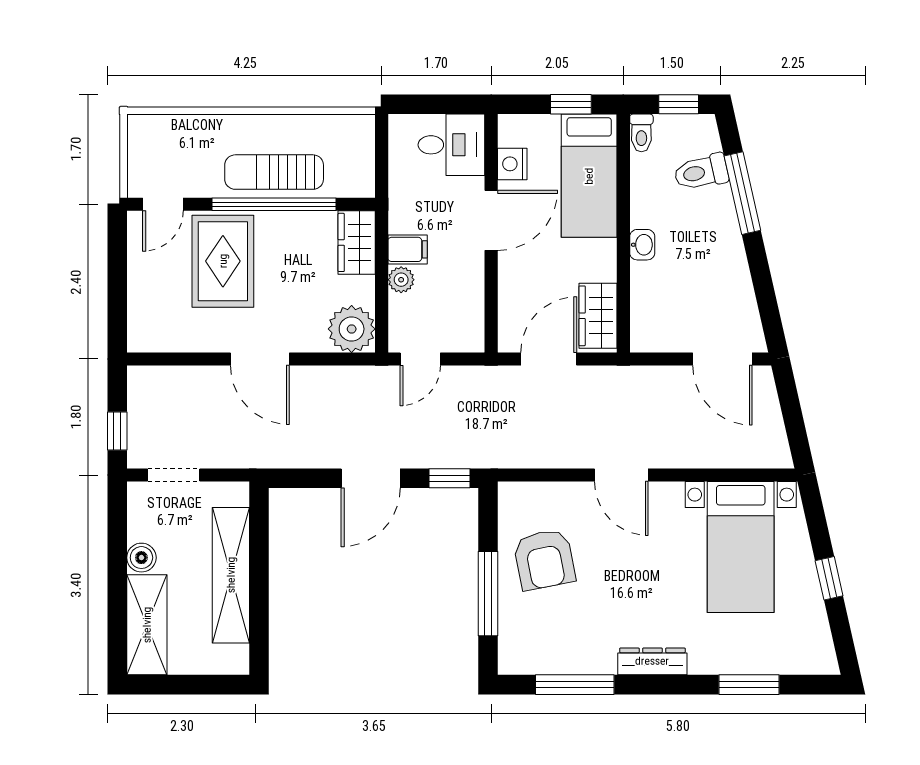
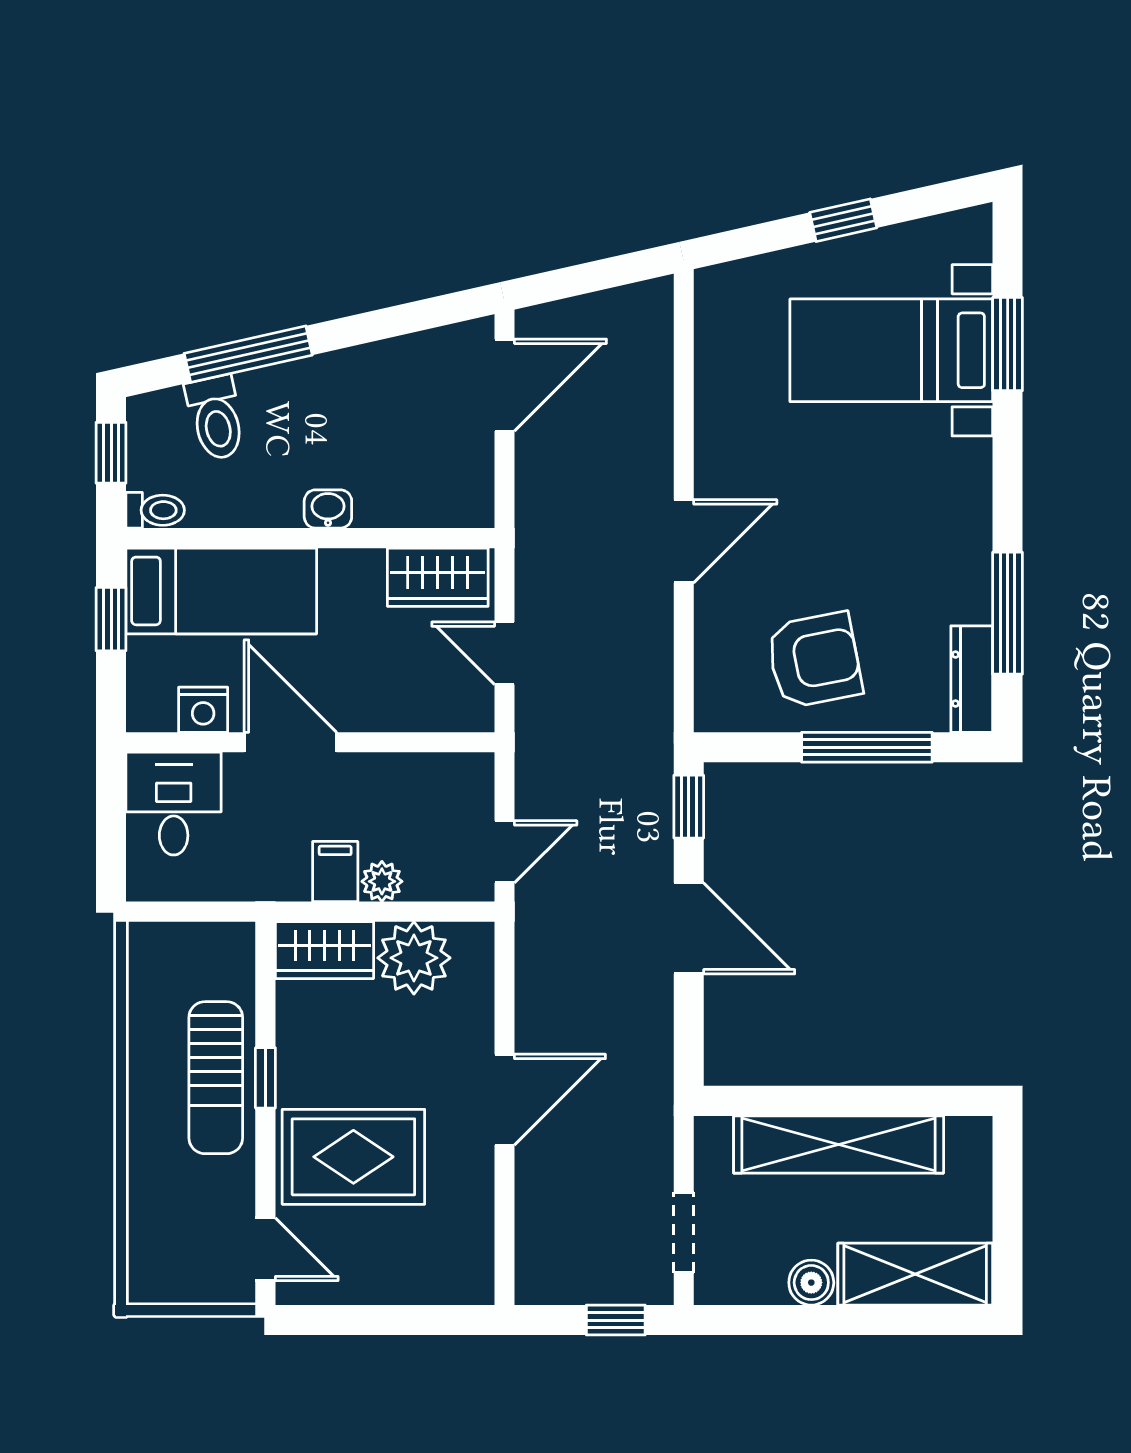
window: (274, 204) -> (265, 1078), width x0.32
plant: (352, 329) -> (414, 958), moved
door: (420, 359) -> (504, 852), hinge flipped
door: (549, 359) -> (504, 653), width x0.73
bed with nightstands: (741, 547) -> (891, 350), moved, turned 180
dresser: (652, 661) -> (972, 679), moved

